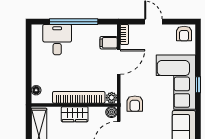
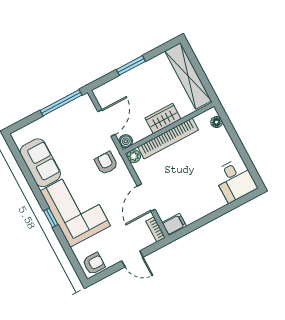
window: (74, 22) -> (216, 214), removed
armchair: (184, 34) -> (94, 264), turned 90
desk: (57, 40) -> (235, 180), moved
filing cabinet: (109, 43) -> (174, 224), moved

